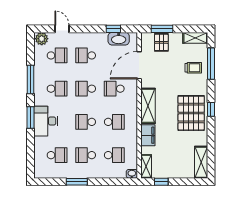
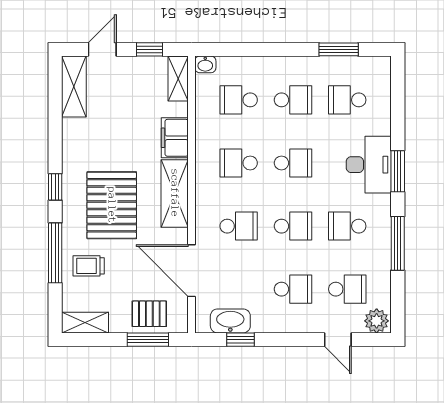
pallet: (161, 42) -> (149, 314), turned 90
school desk: (57, 55) -> (347, 289), turned 180
window: (211, 64) -> (55, 253), moved
door: (139, 65) -> (191, 271), swing flipped
pallet: (191, 113) -> (112, 205), moved
window: (77, 182) -> (339, 49), moved
door: (186, 182) -> (102, 49), added

